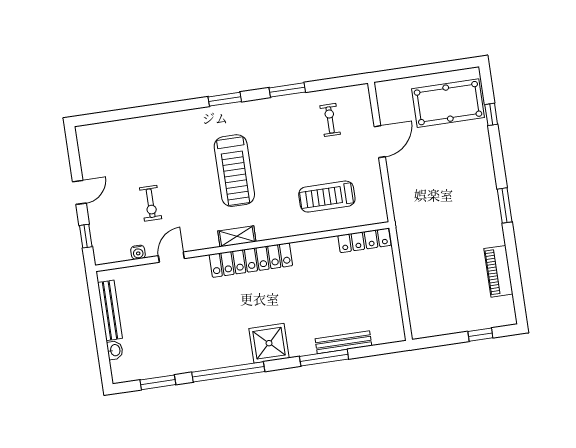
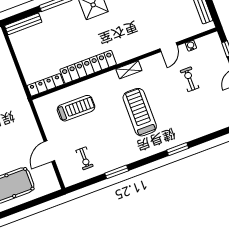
window: (225, 99) -> (178, 149), moved
locker: (251, 260) -> (88, 67), moved
bench: (343, 342) -> (23, 24), moved

